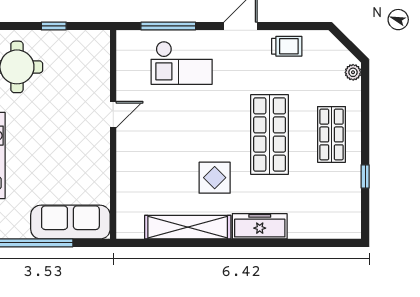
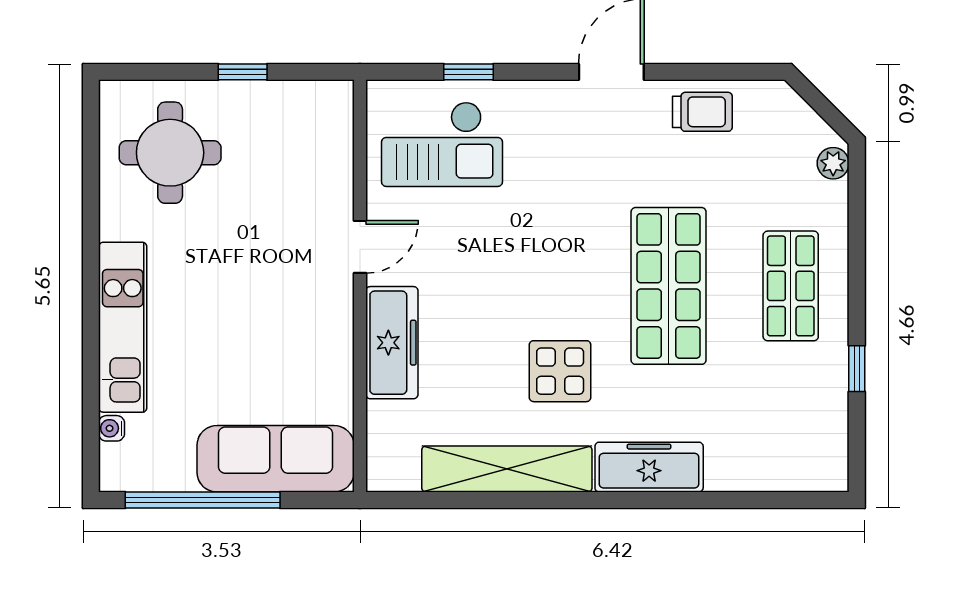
window: (168, 26) -> (469, 72), width x0.46
checkout: (182, 63) -> (442, 144), moved
freezer: (129, 163) -> (392, 343), added

